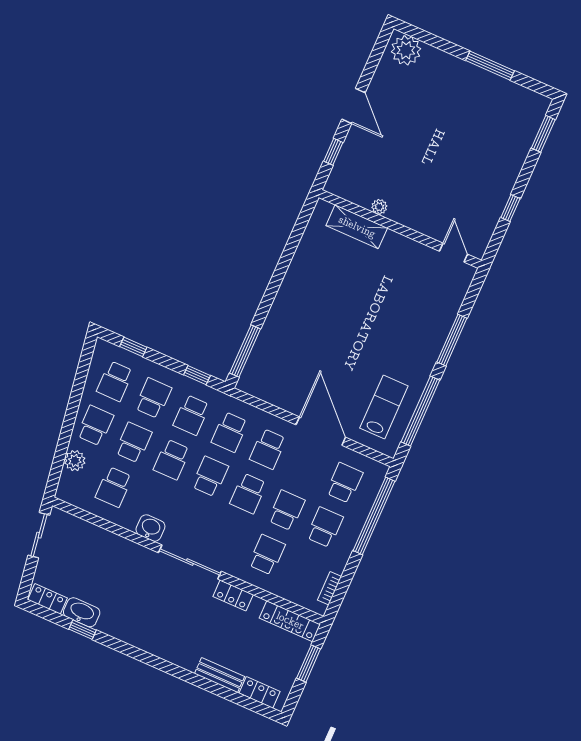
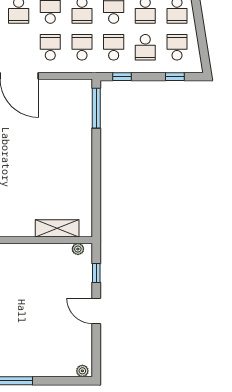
plant: (406, 50) -> (82, 371), width x0.53, depth x0.53
plant: (379, 207) -> (78, 249), moved

